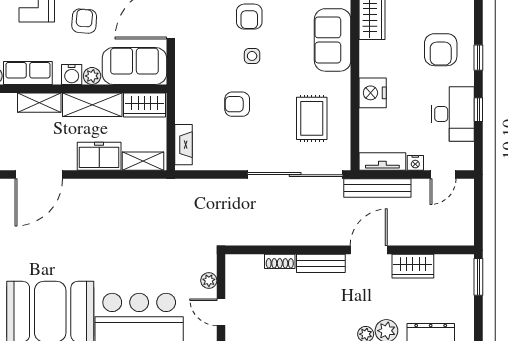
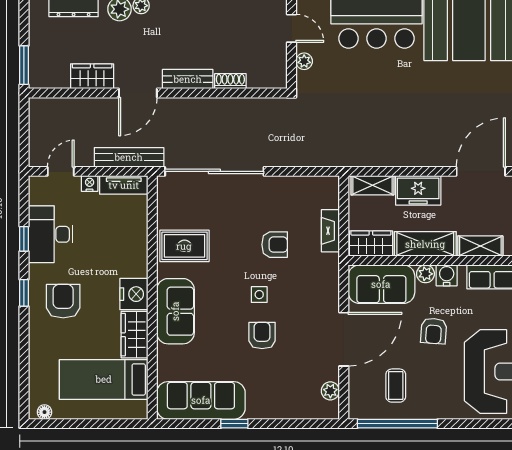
nightstand: (373, 93) -> (134, 294), moved
rug: (312, 118) -> (184, 246), moved, turned 90
fireplace: (184, 145) -> (330, 231), moved

